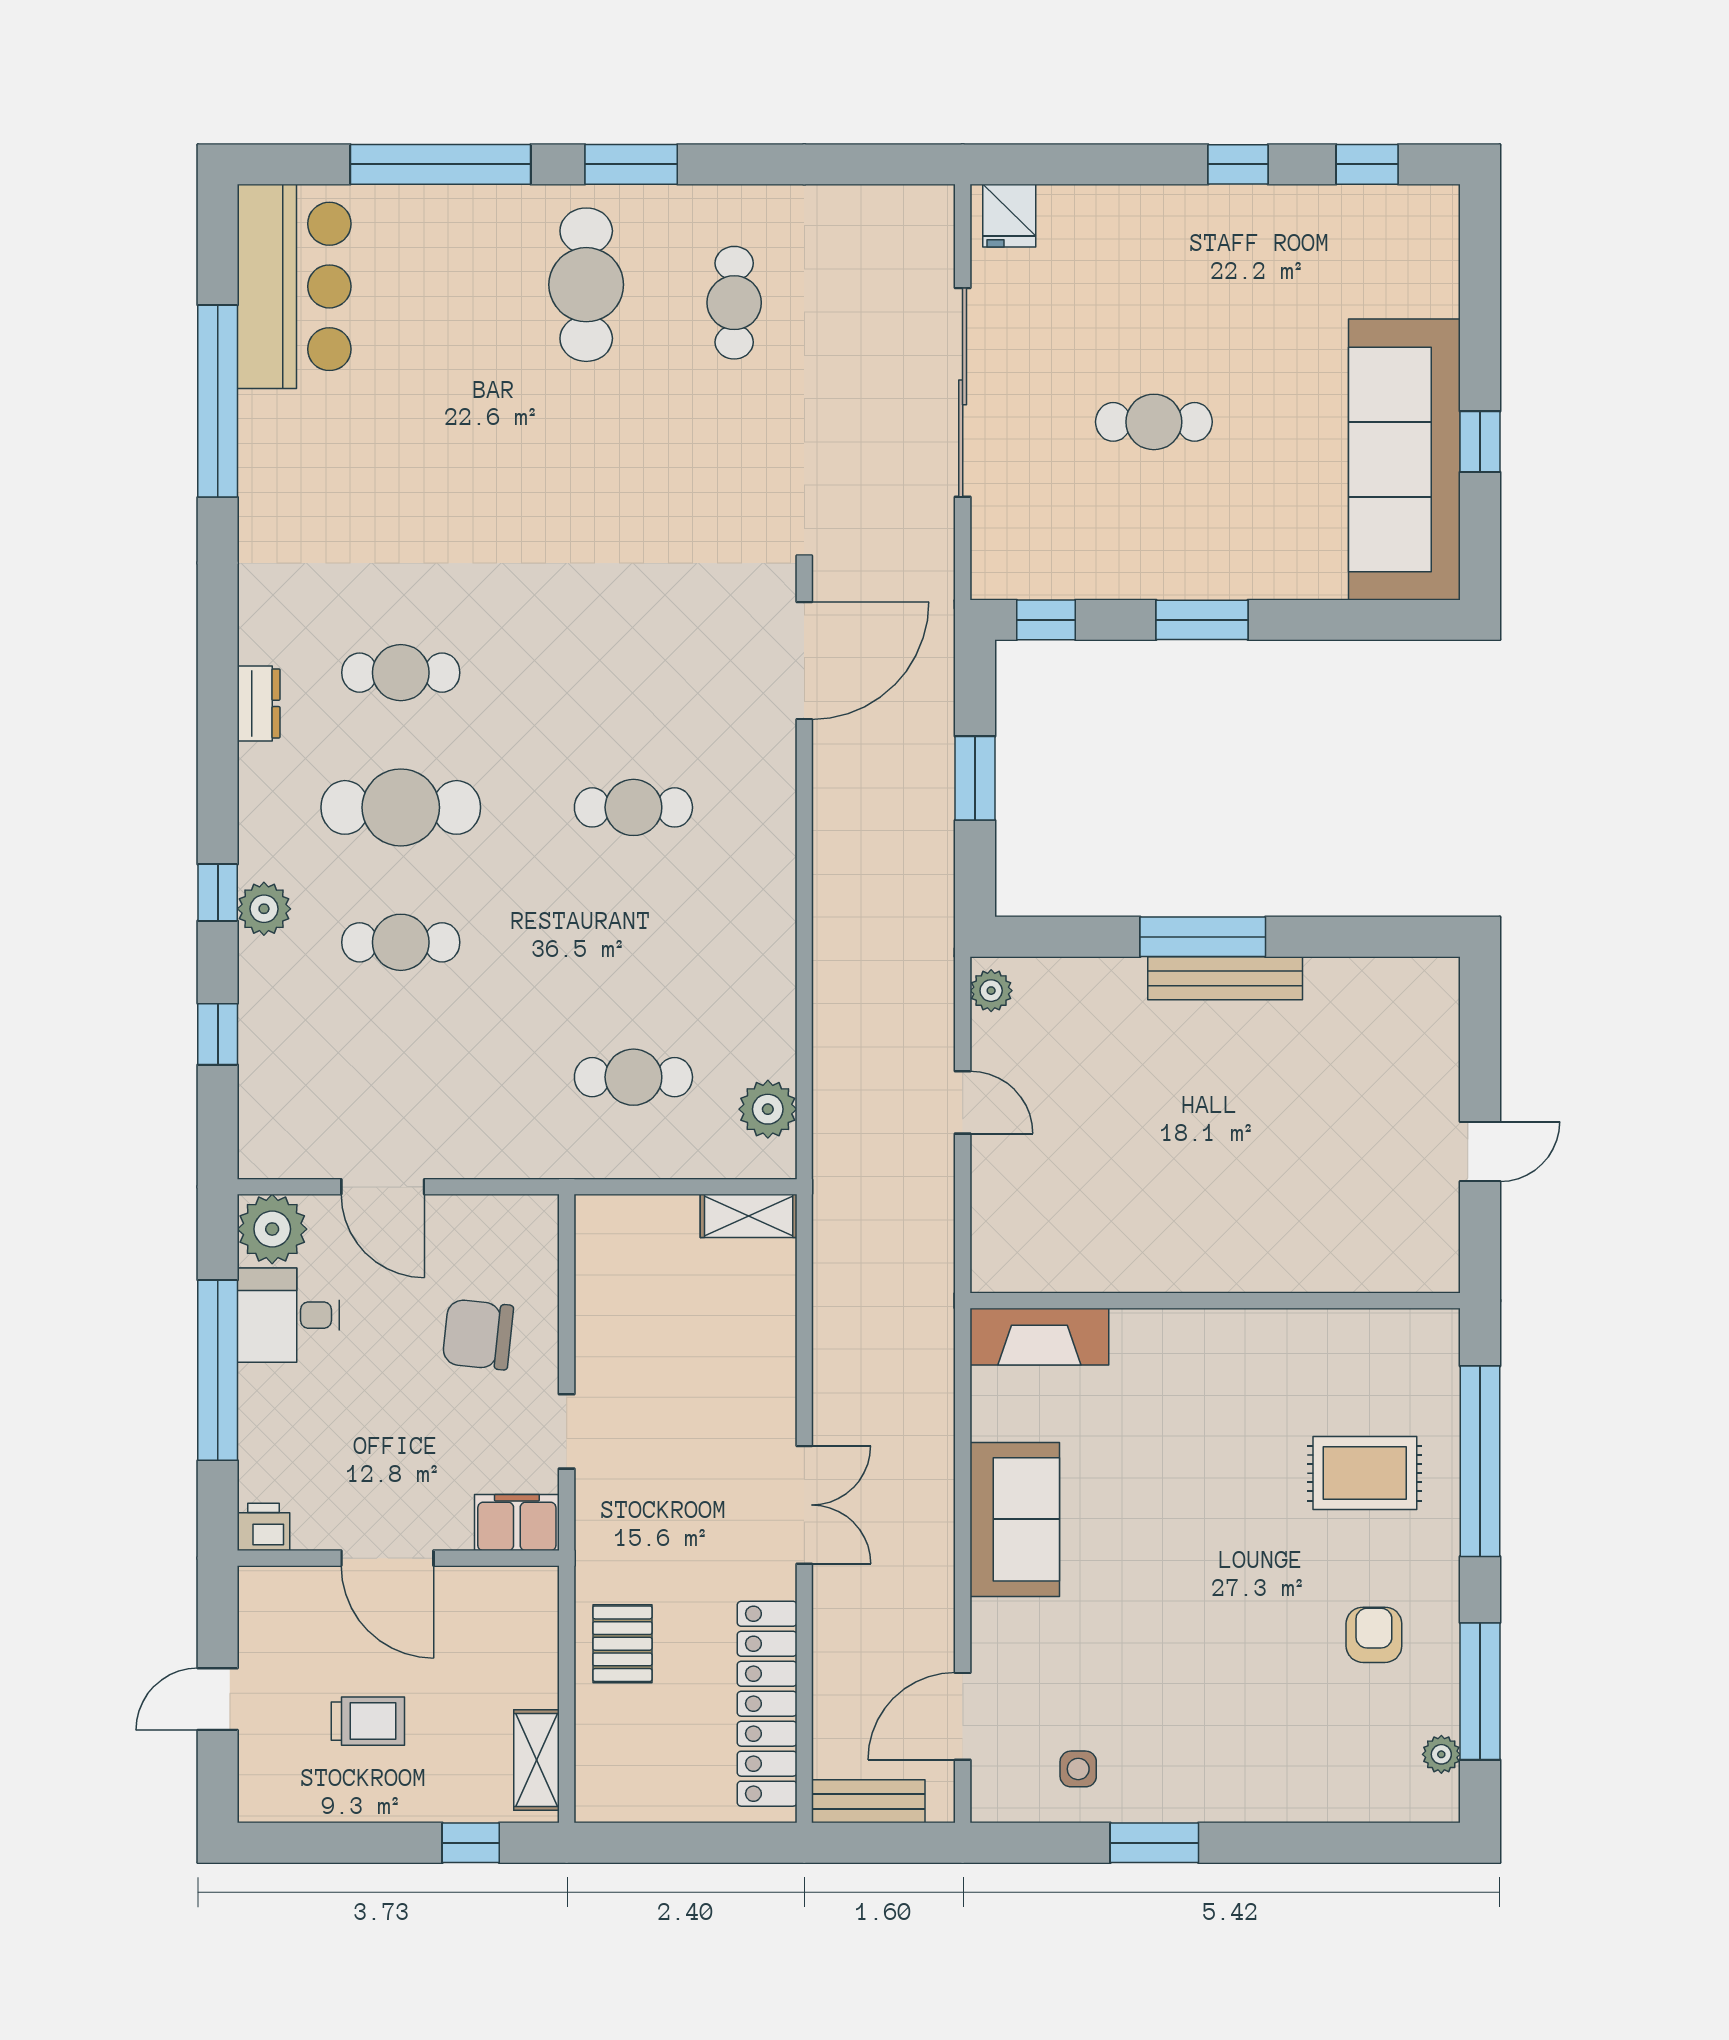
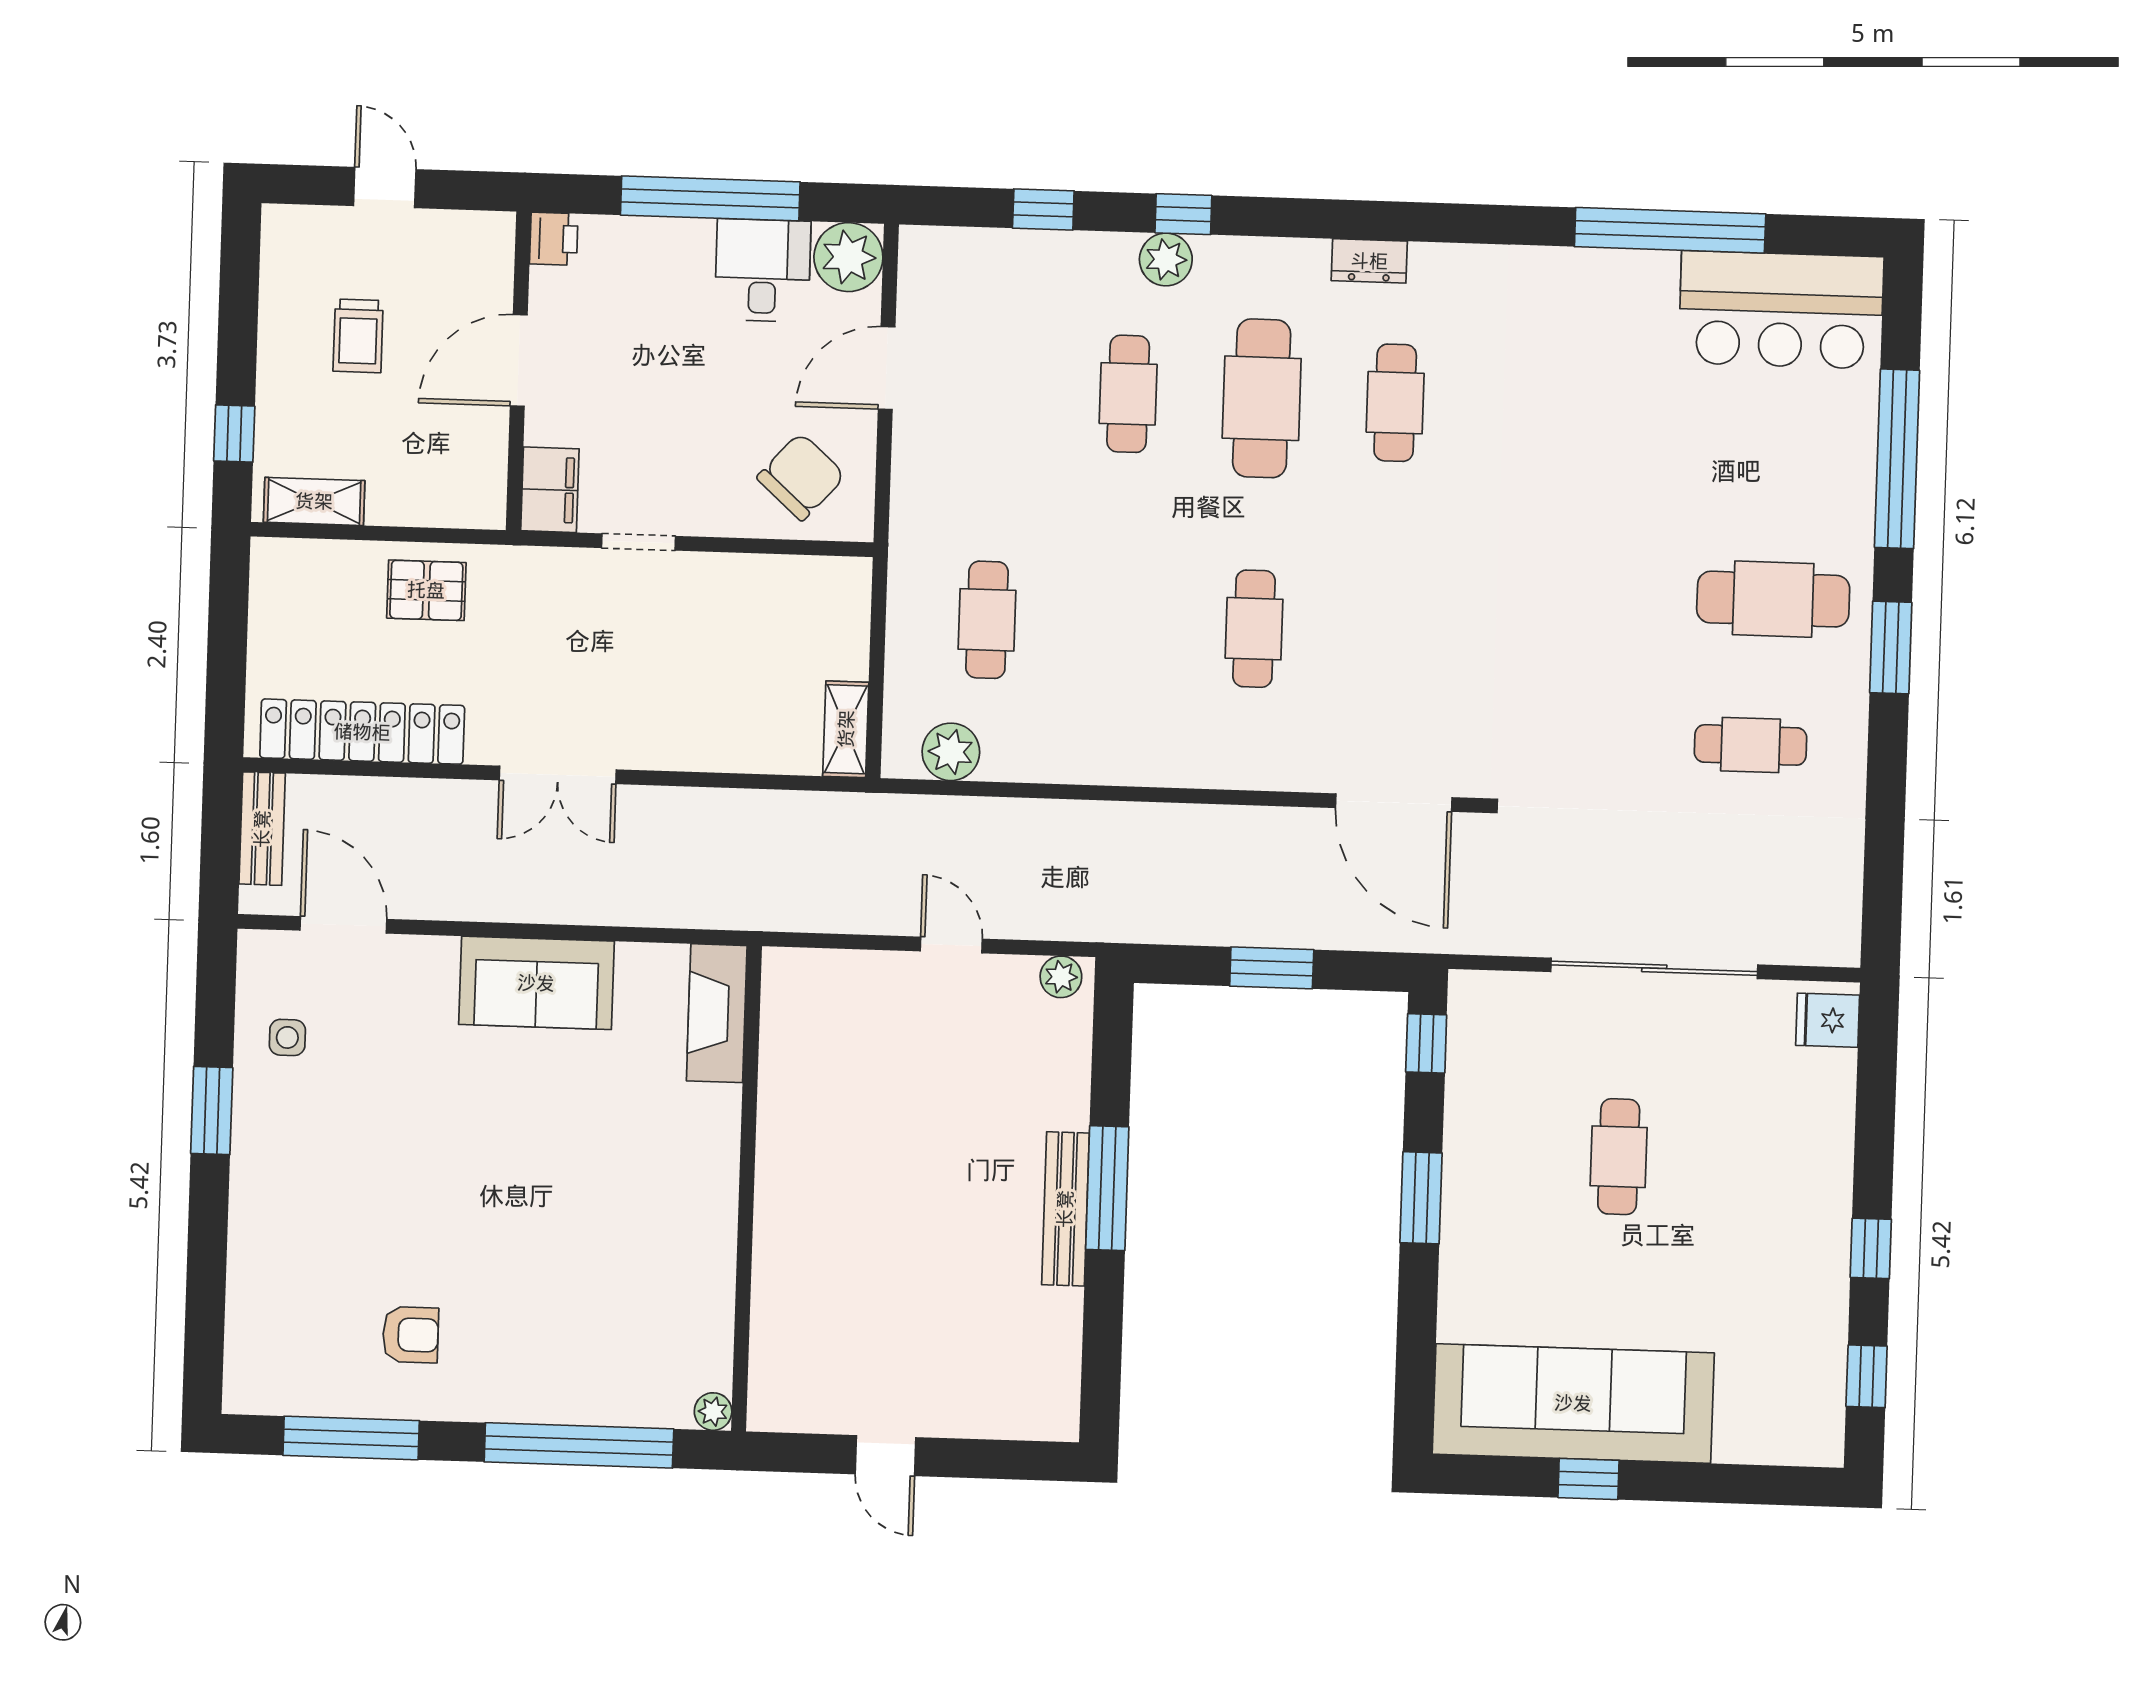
door: (963, 1102) -> (951, 945), swing flipped
chair: (478, 1335) -> (801, 477), moved, turned 36
rug: (1365, 1473) -> (571, 1331), removed
plant: (1441, 1754) -> (713, 1412), moved

